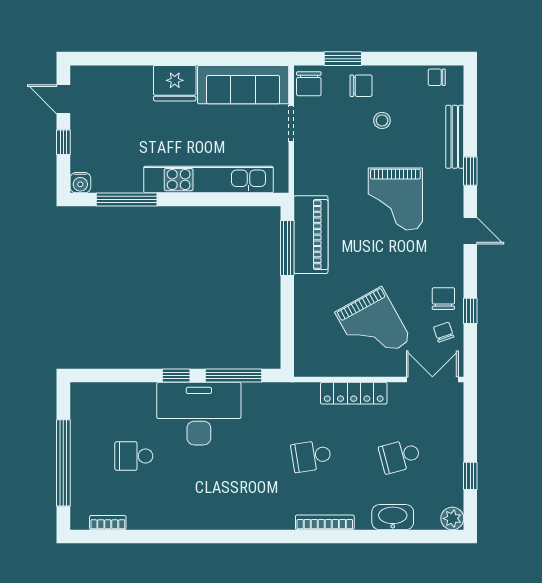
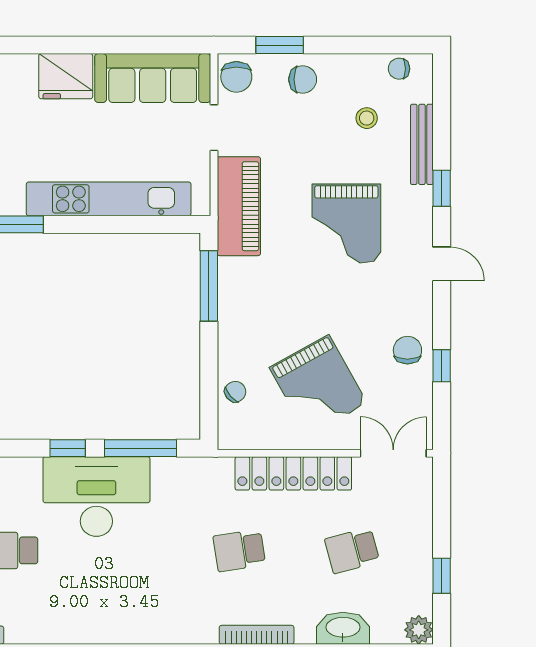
stool: (382, 120) -> (367, 118), moved
piano: (311, 235) -> (239, 206), moved
chair: (444, 332) -> (235, 392), moved, turned 69
locker: (354, 393) -> (293, 473), width x1.41, depth x1.21

